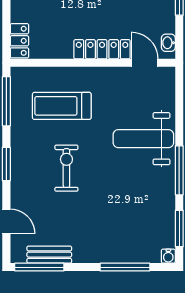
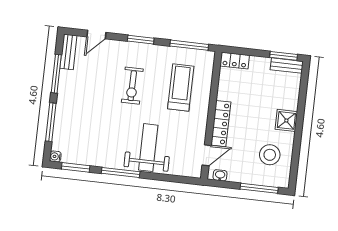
exercise bike: (66, 168) -> (132, 86), turned 90
bench: (49, 255) -> (68, 52), moved
window: (39, 267) -> (56, 74), moved

